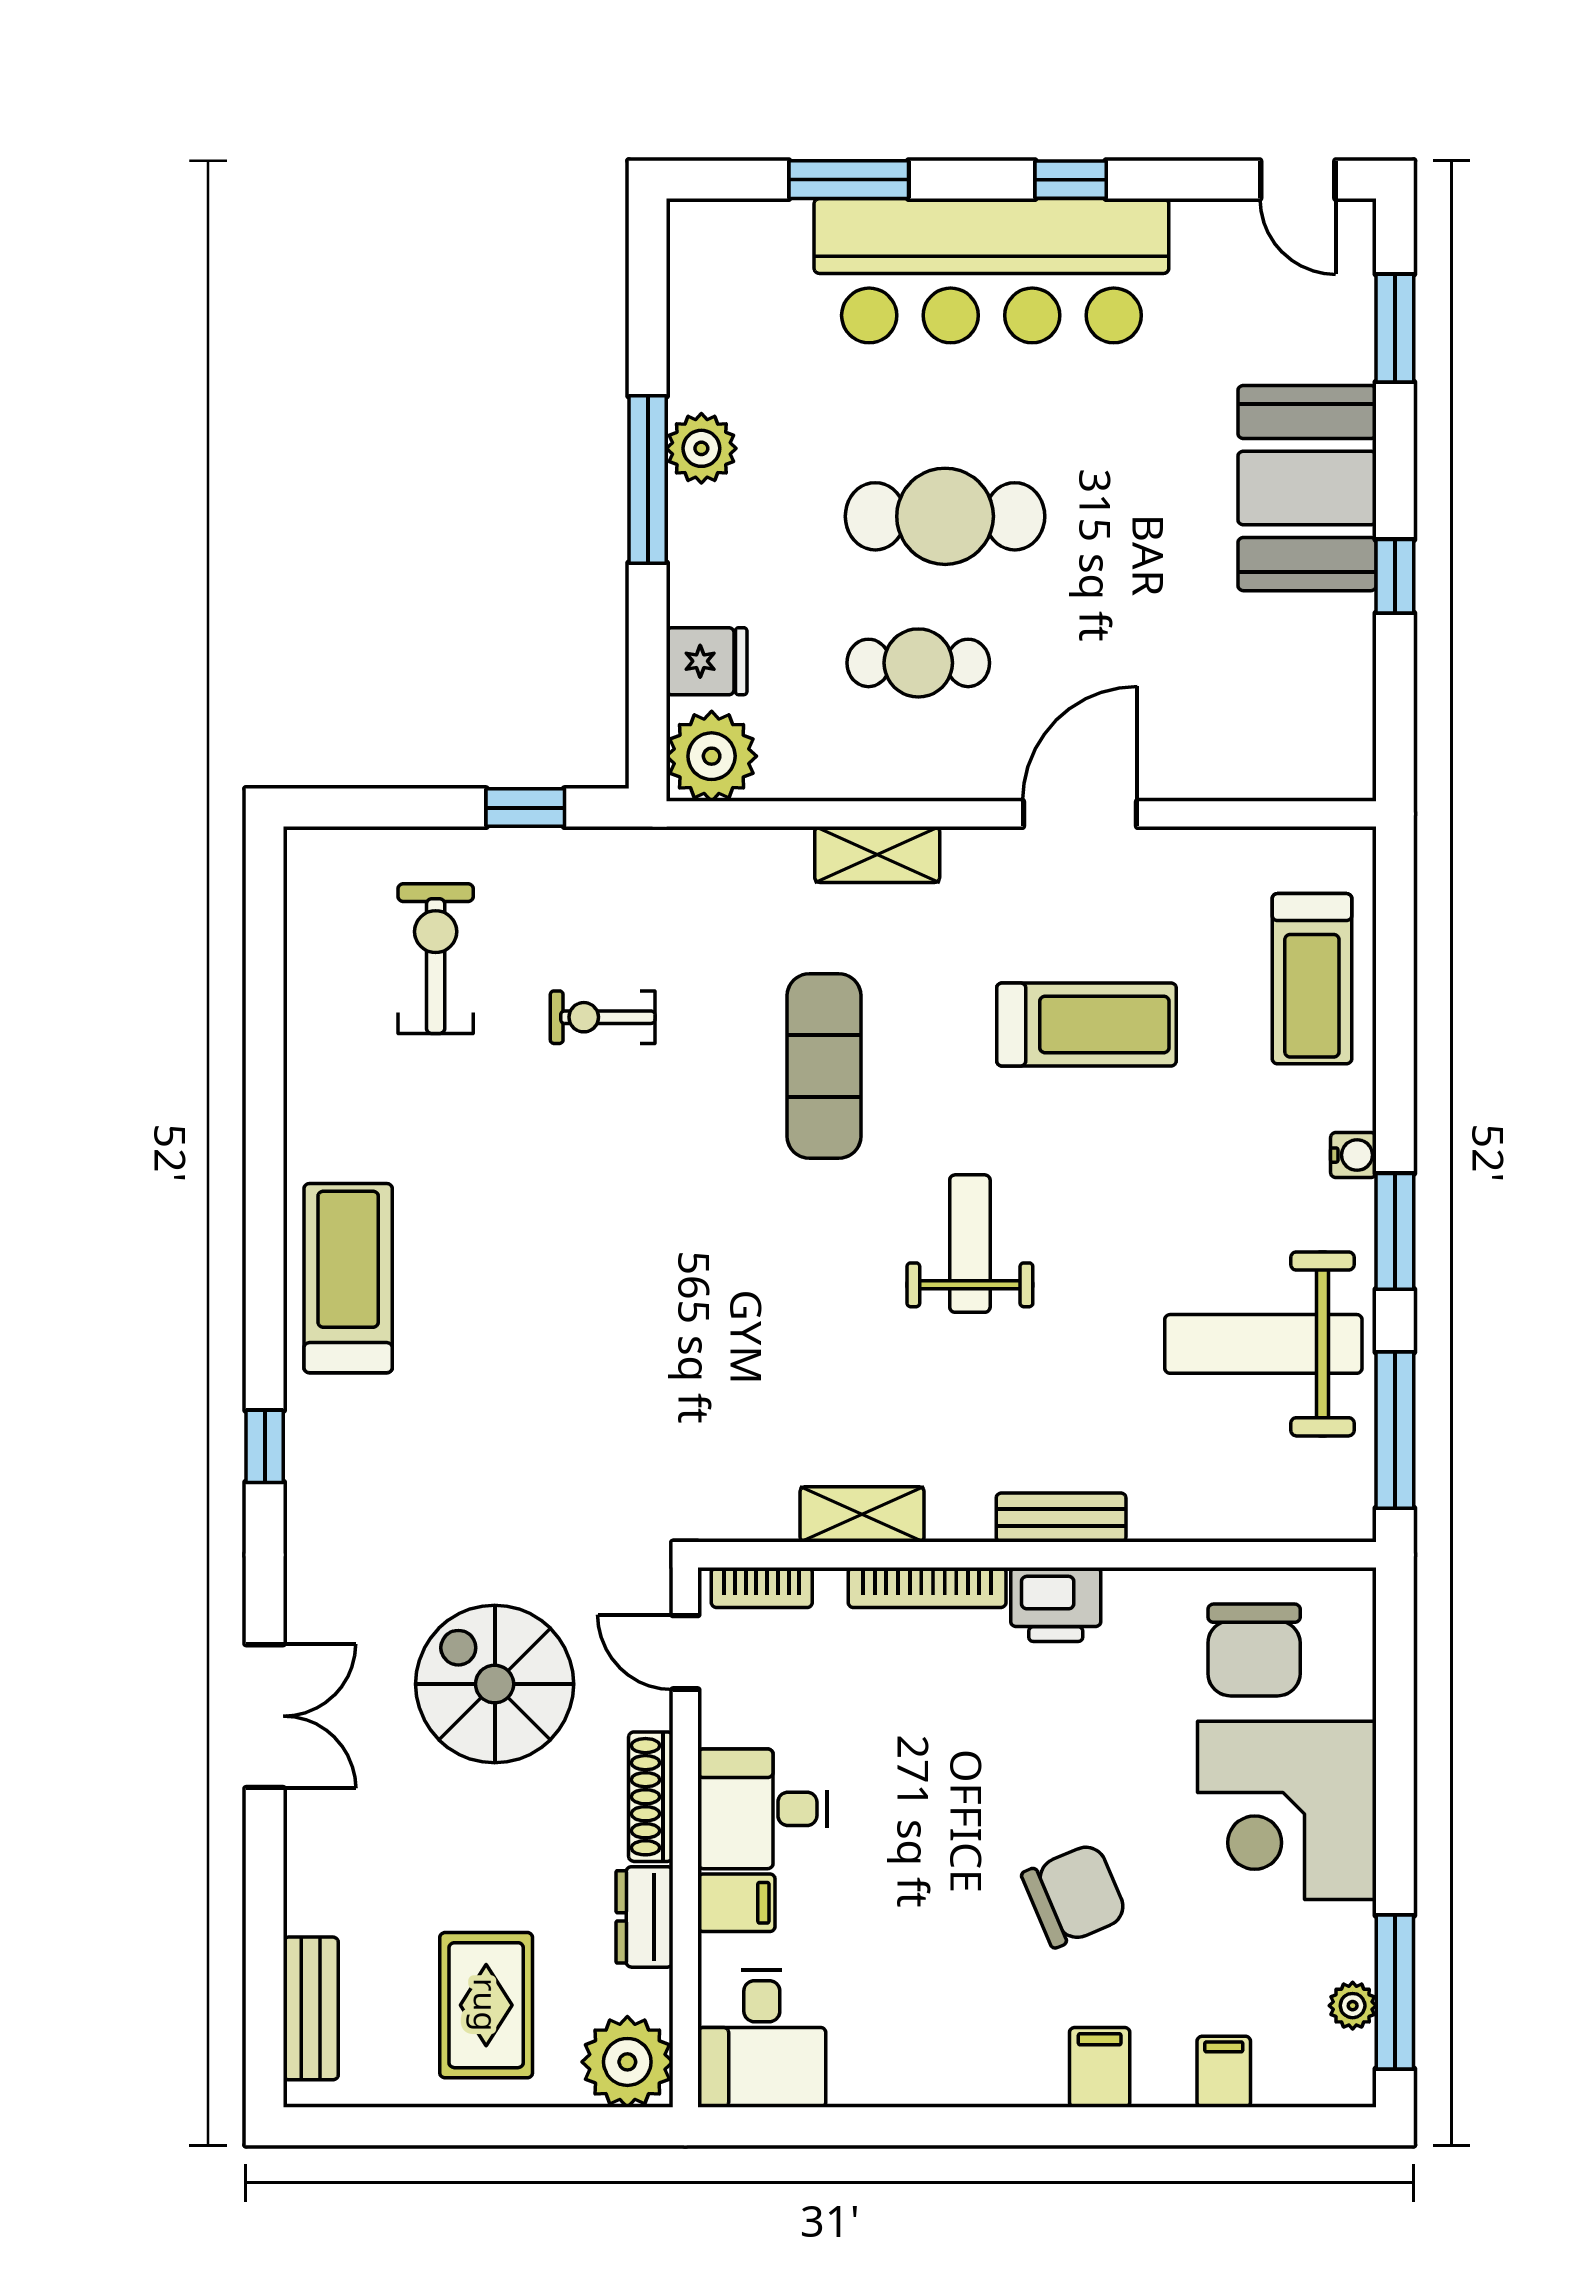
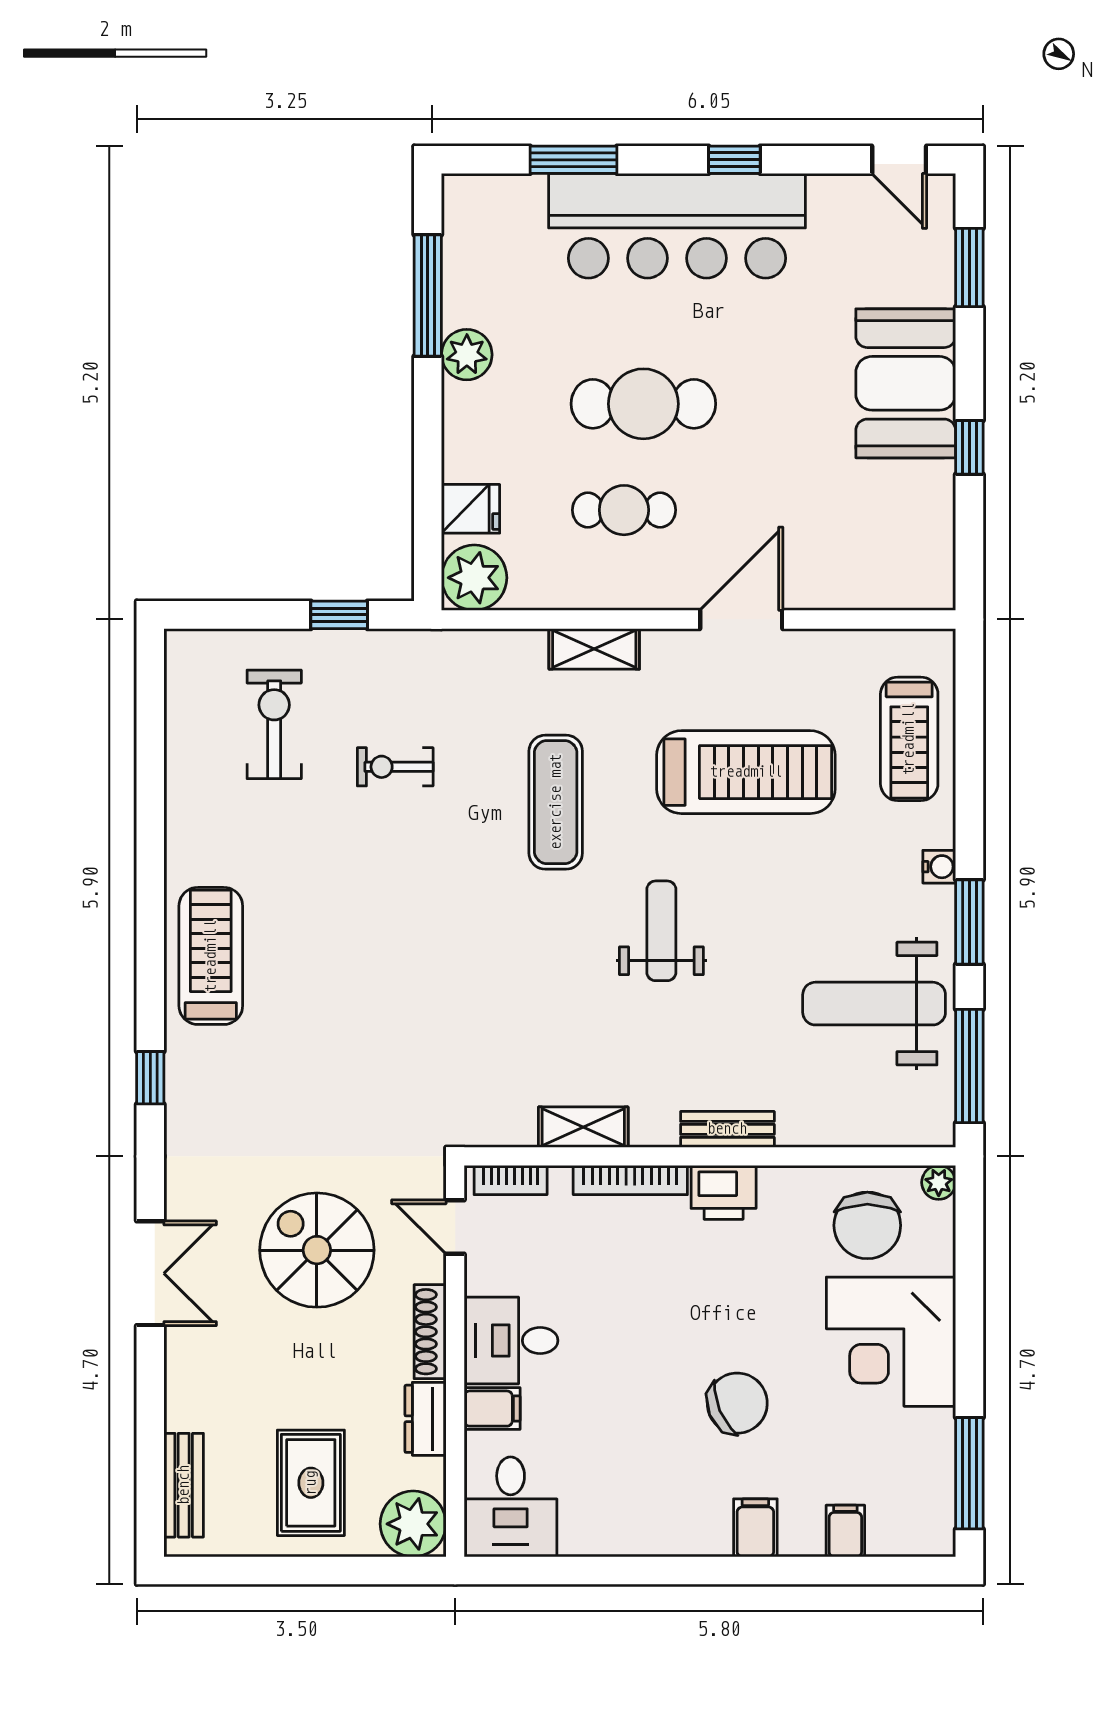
window: (648, 479) -> (428, 295), moved
treadmill: (1086, 1024) -> (746, 772), width x1.37, depth x1.38
plant: (1353, 2006) -> (939, 1182), moved

